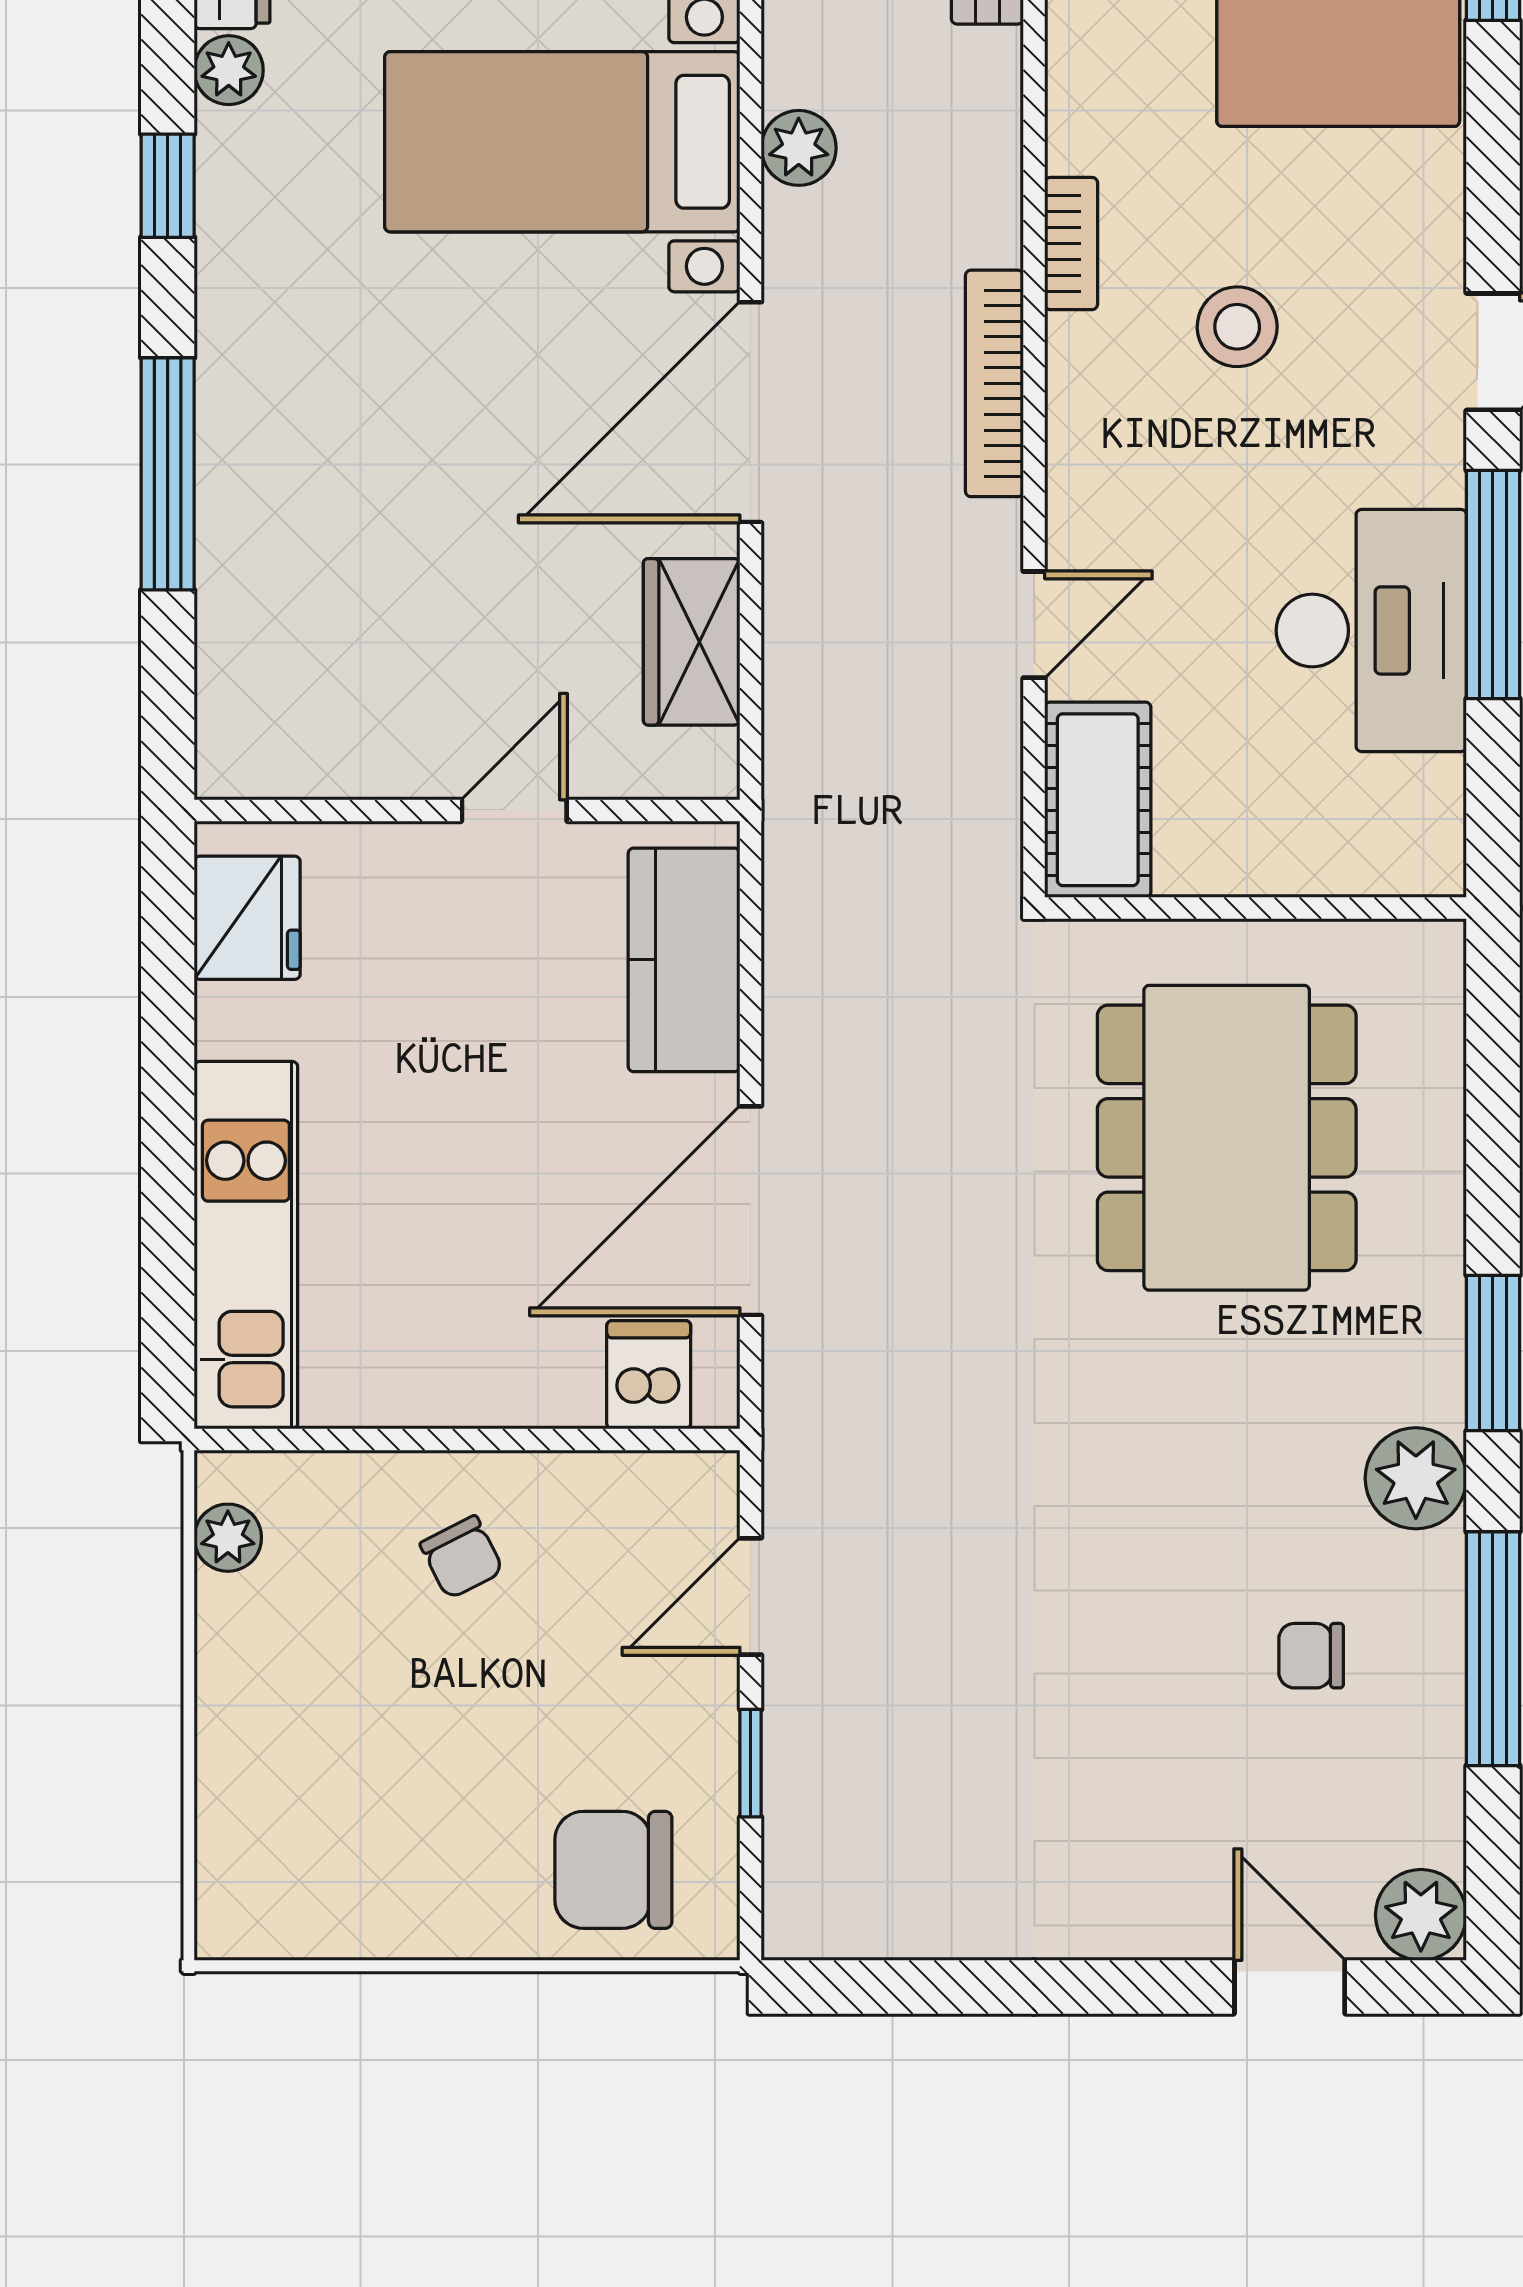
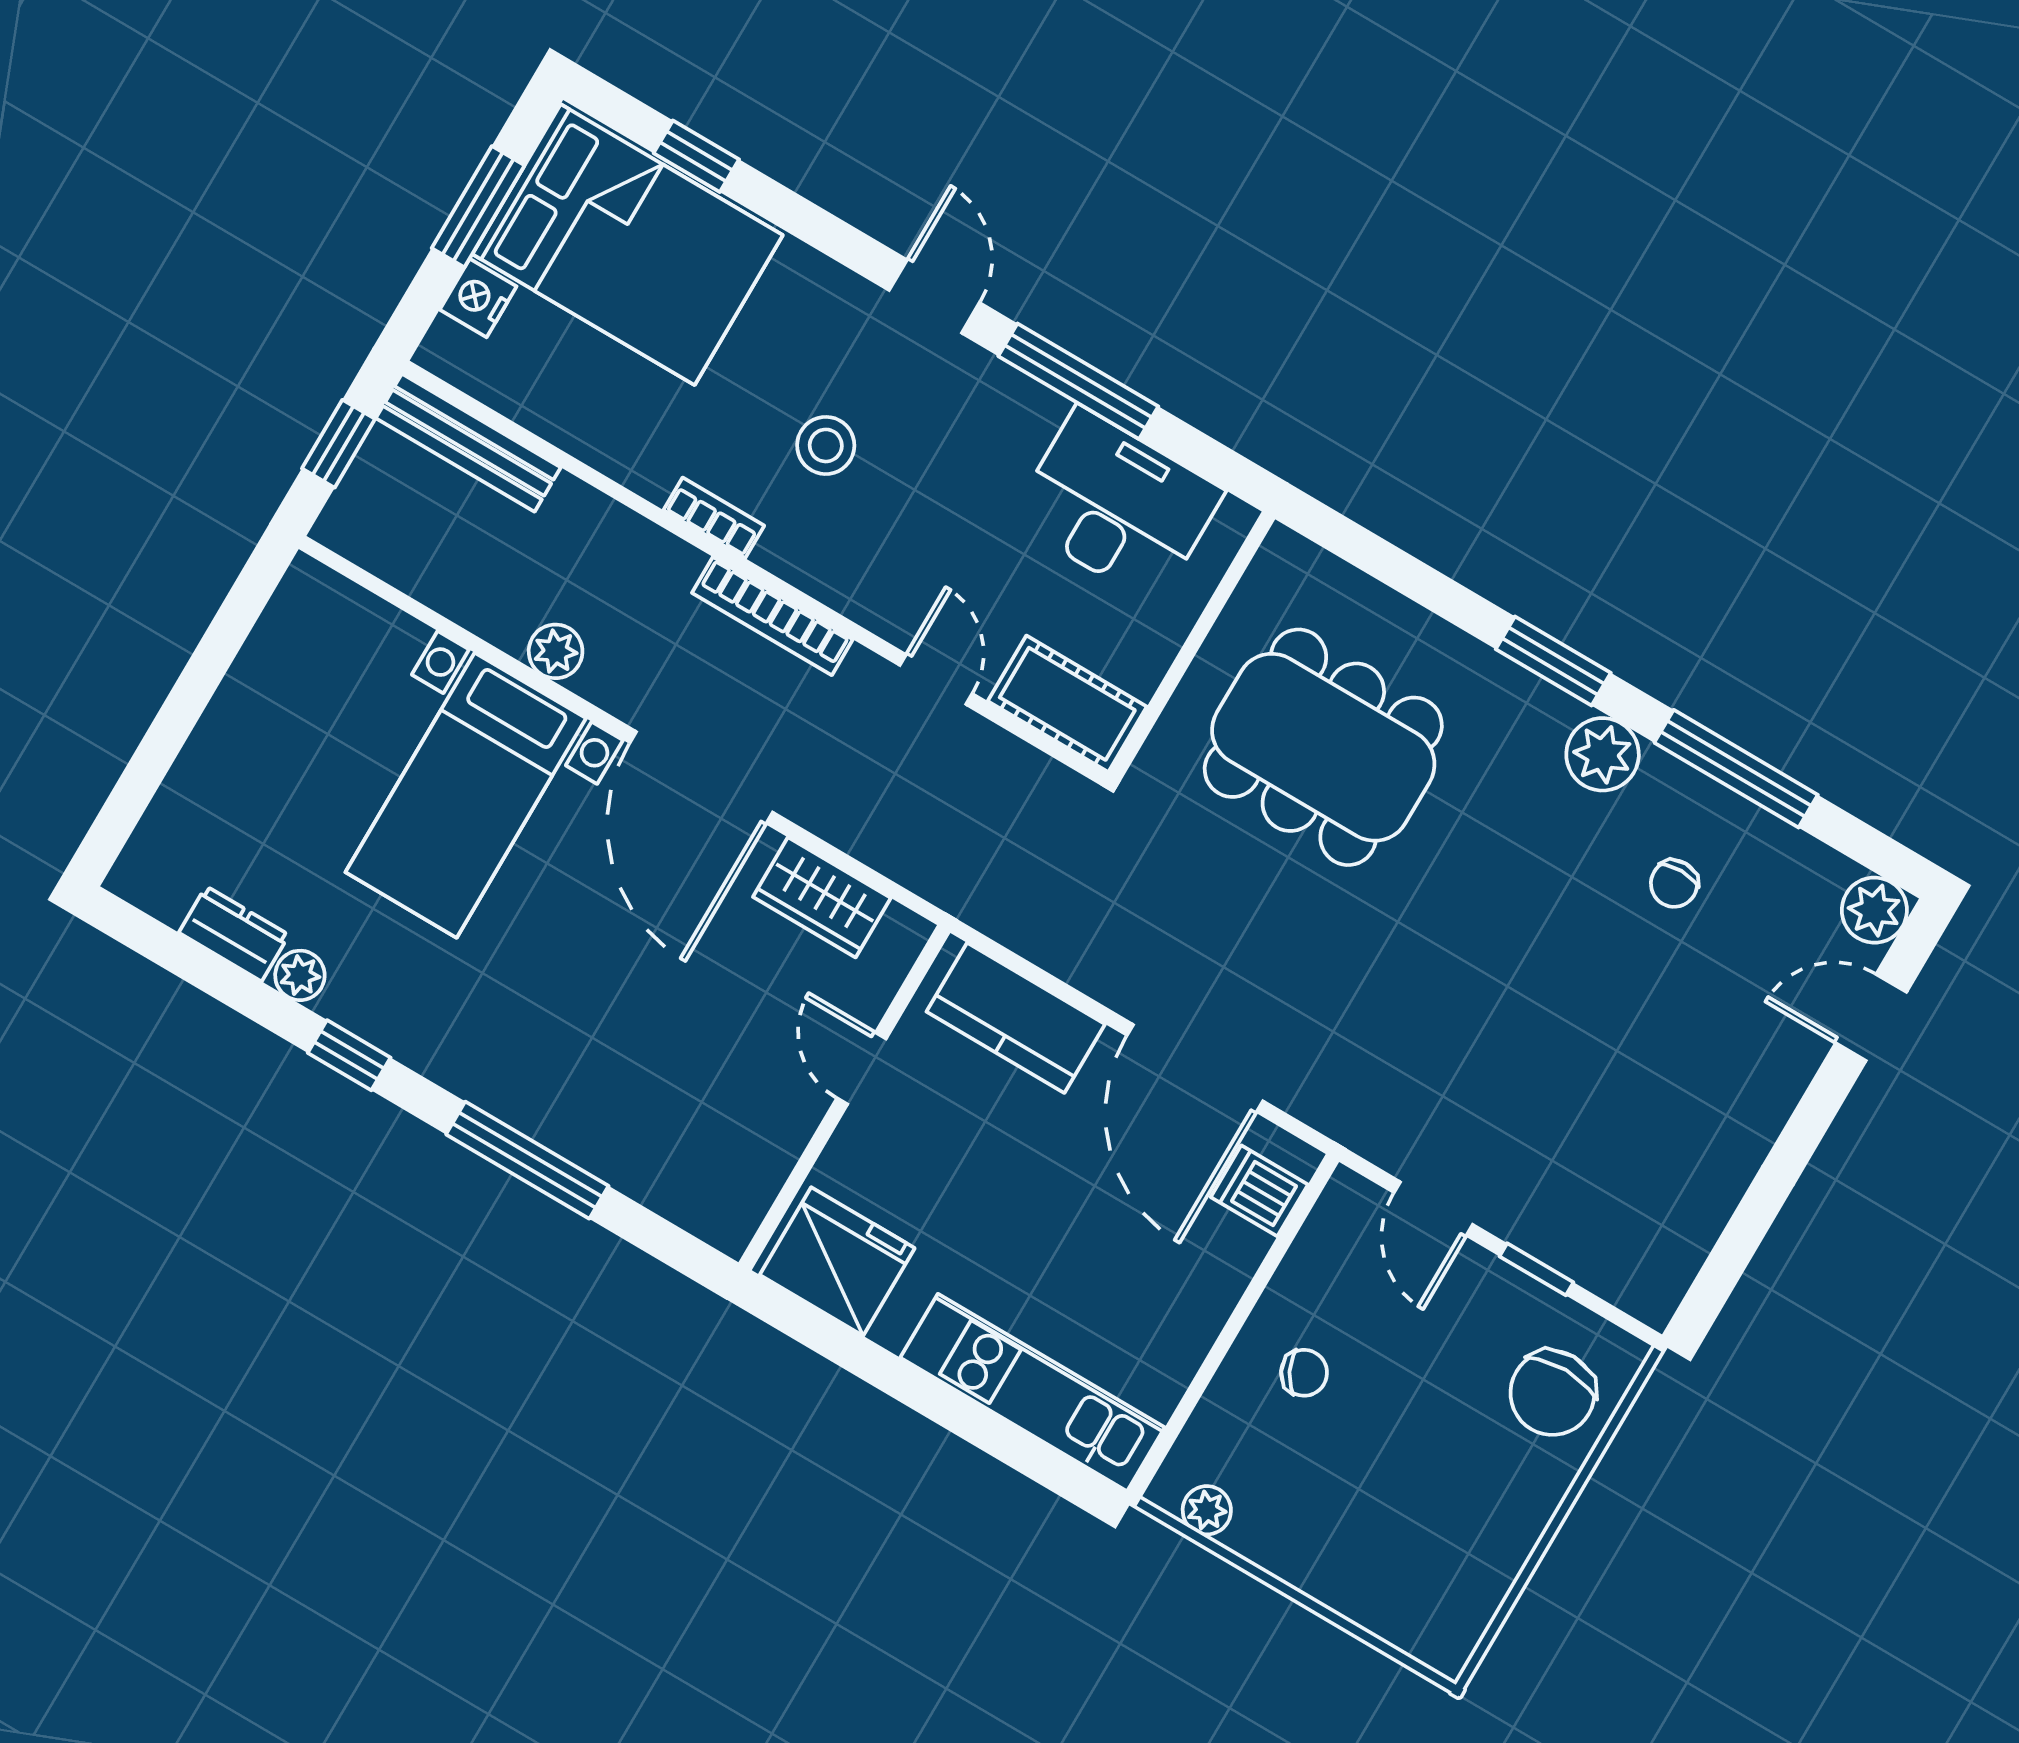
desk: (1371, 630) -> (1117, 505), moved
fridge: (247, 918) -> (837, 1261), width x1.36, depth x1.34

